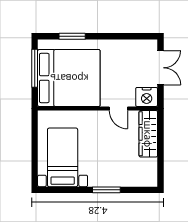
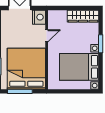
wardrobe: (148, 134) -> (83, 16), moved
bed with nightstands: (63, 157) -> (79, 67), width x1.36

